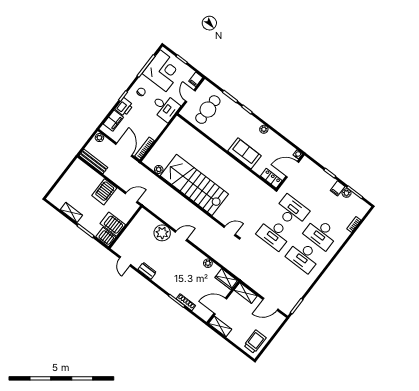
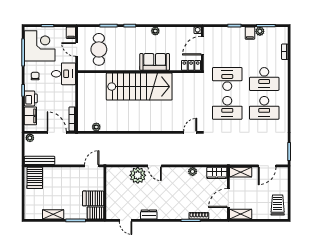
stairs: (194, 185) -> (139, 87), moved, turned 180
server rack: (104, 192) -> (35, 178), moved
door: (181, 236) -> (155, 166), swing flipped

